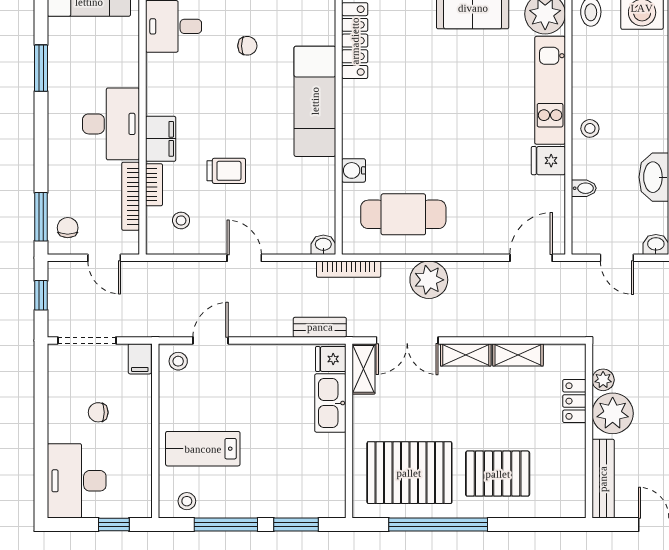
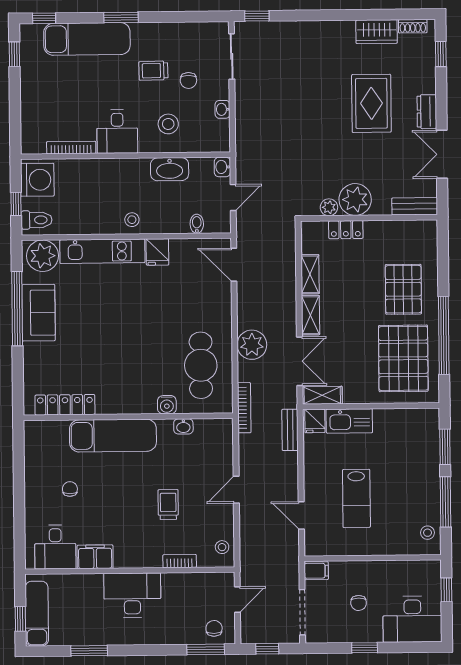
filing cabinet: (161, 139) -> (95, 557), moved
bidet: (584, 188) -> (197, 224), moved
bookcase: (131, 196) -> (189, 579), removed
stool: (181, 220) -> (222, 547), moved
chair: (68, 228) -> (214, 628), turned 89
washbasin: (323, 245) -> (183, 426), moved, turned -90
stool: (178, 361) -> (318, 541), removed
window: (41, 419) -> (365, 648), added
lab bench: (203, 449) -> (356, 498), moved
bench: (603, 479) -> (415, 206), width x0.73

